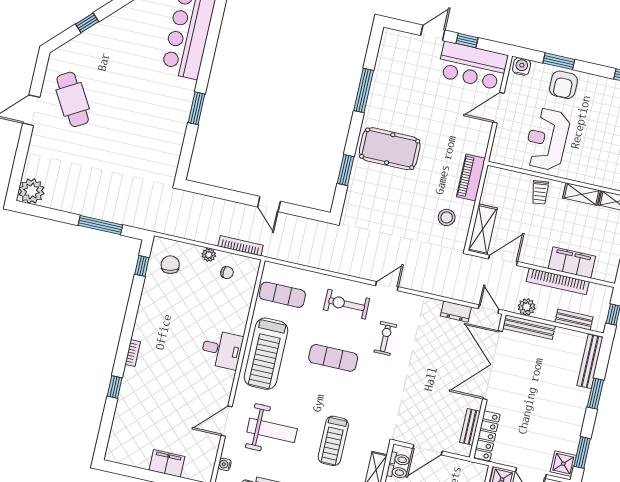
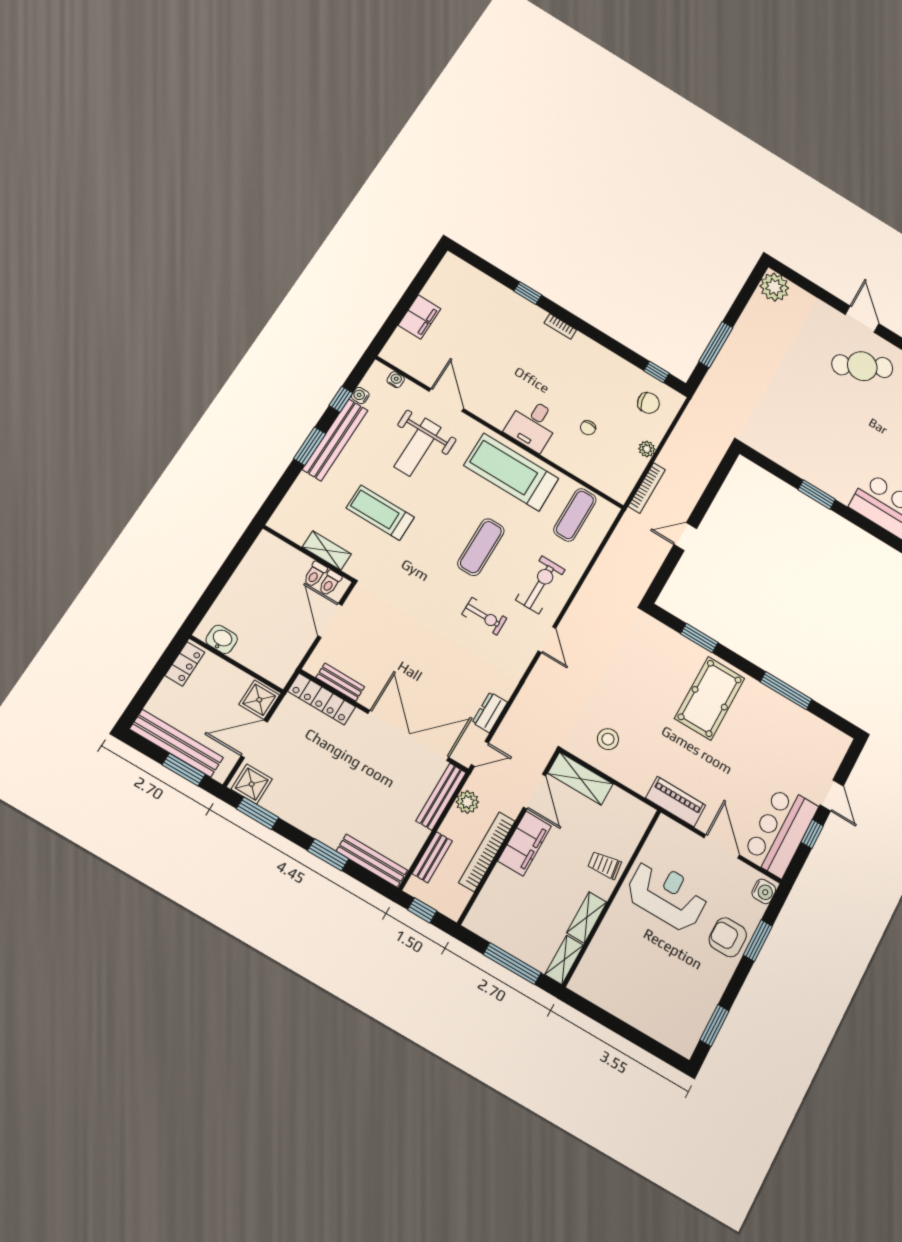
piano: (471, 177) -> (676, 802), moved
filing cabinet: (572, 262) -> (525, 843), moved
chair: (227, 273) -> (588, 428), moved

